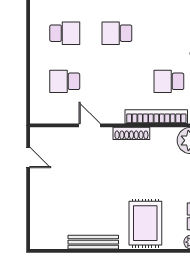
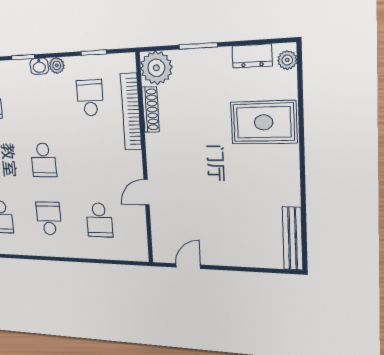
school desk: (169, 81) -> (90, 98), turned 180
shoe rack: (131, 133) -> (150, 110), moved
bench: (93, 242) -> (293, 238), moved

